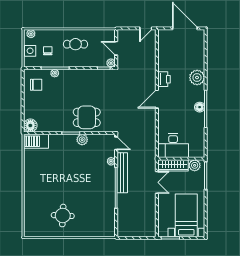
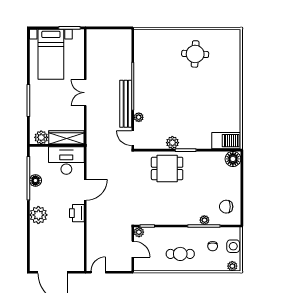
desk: (173, 146) -> (66, 160), moved
wall: (181, 159) -> (57, 145), moved
wardrobe: (173, 165) -> (66, 137), moved
plant: (195, 165) -> (41, 137), moved

